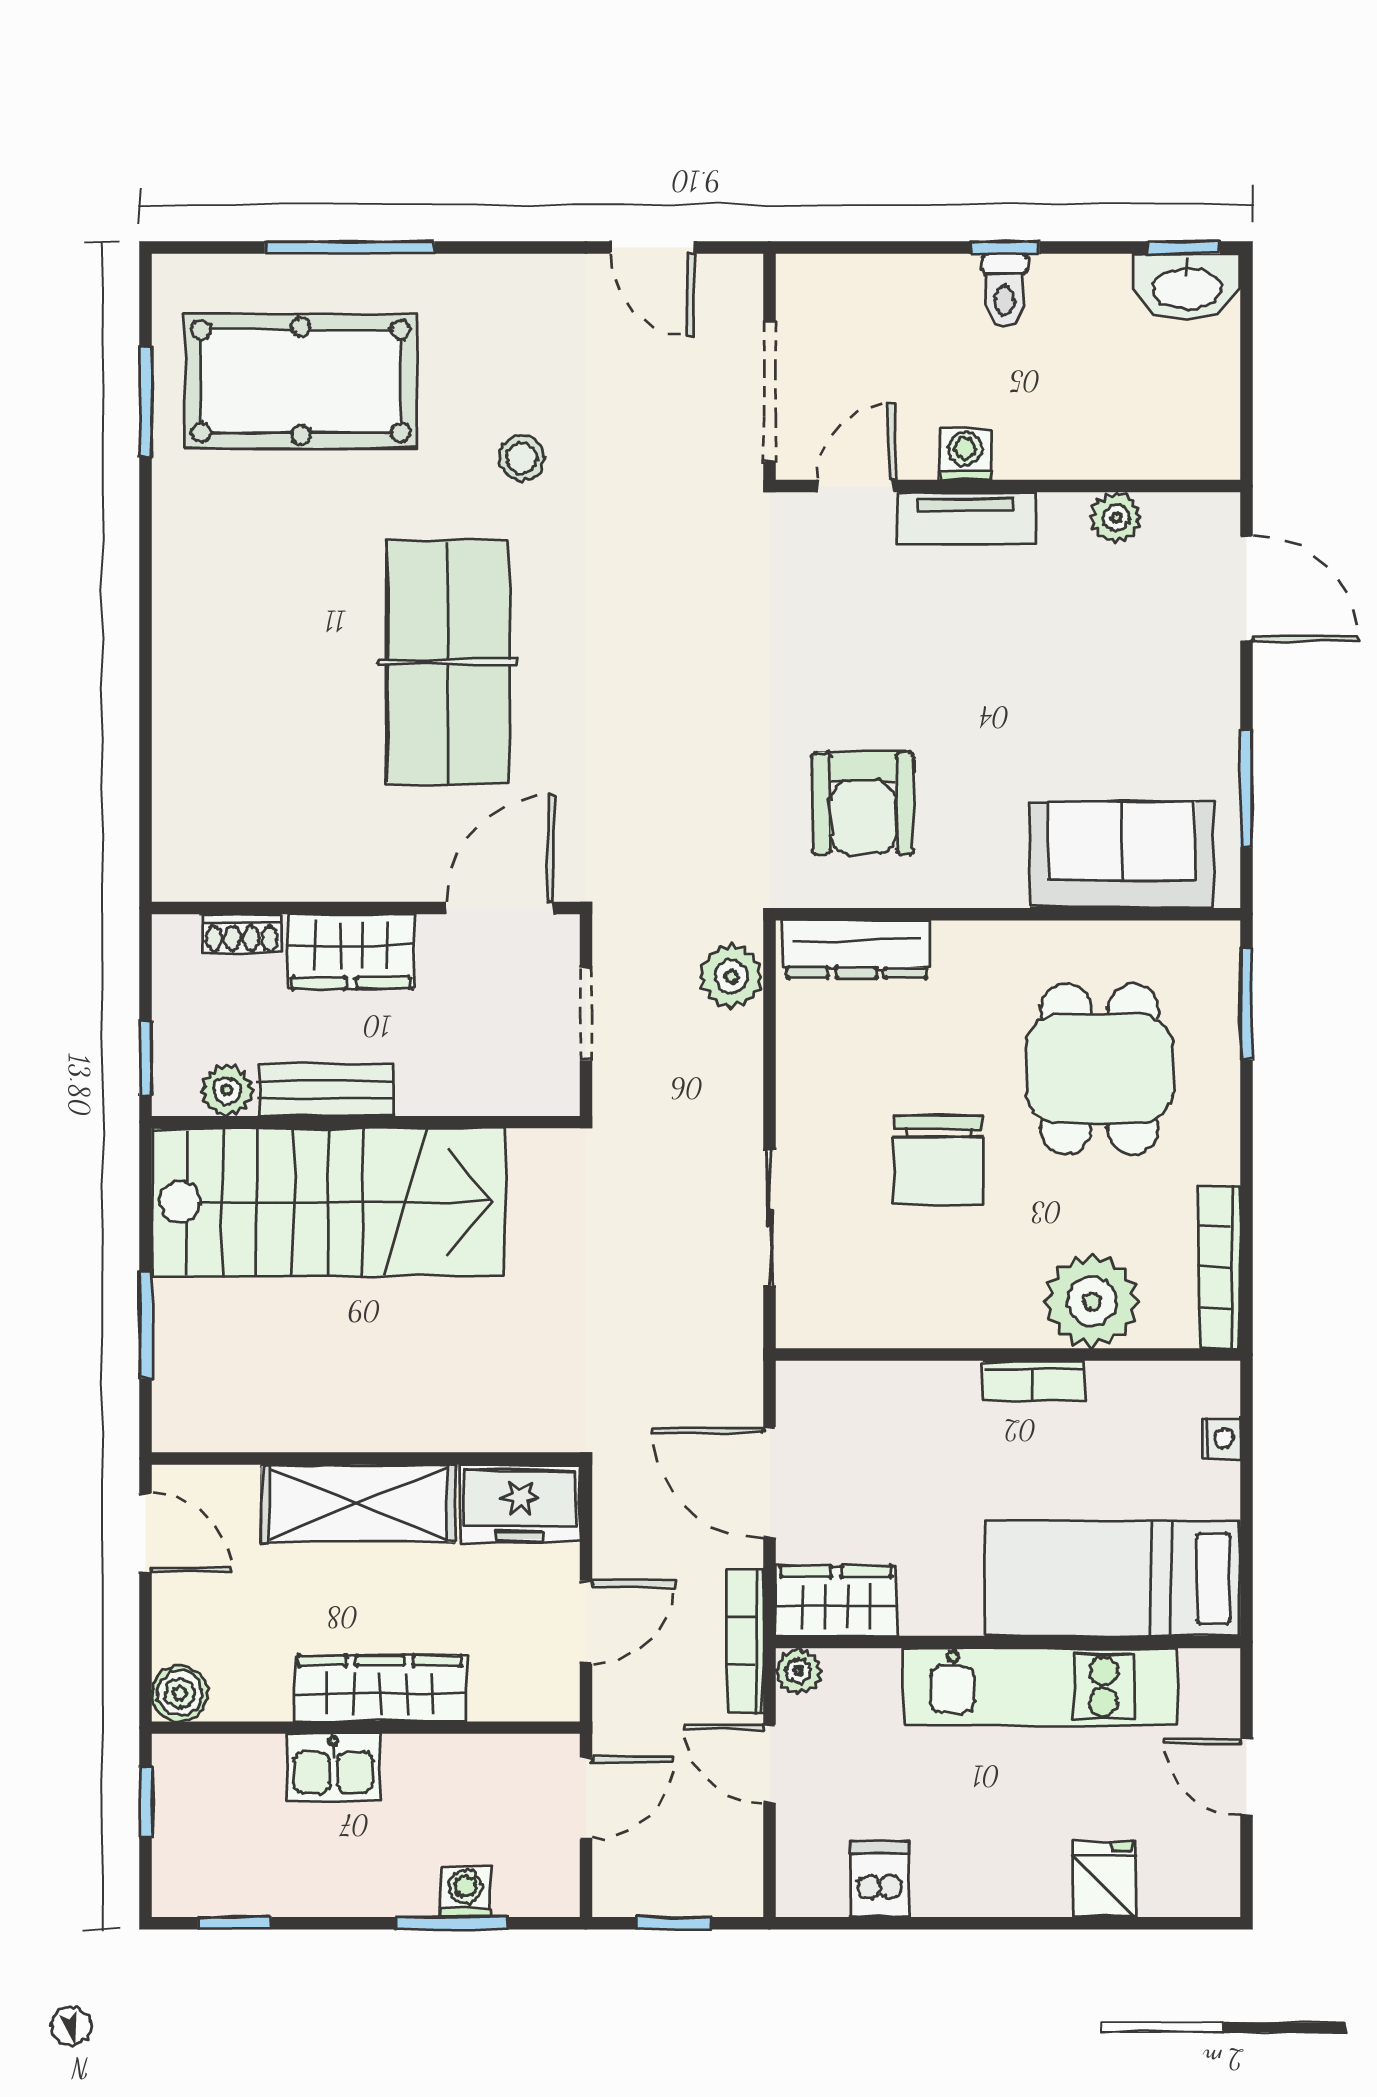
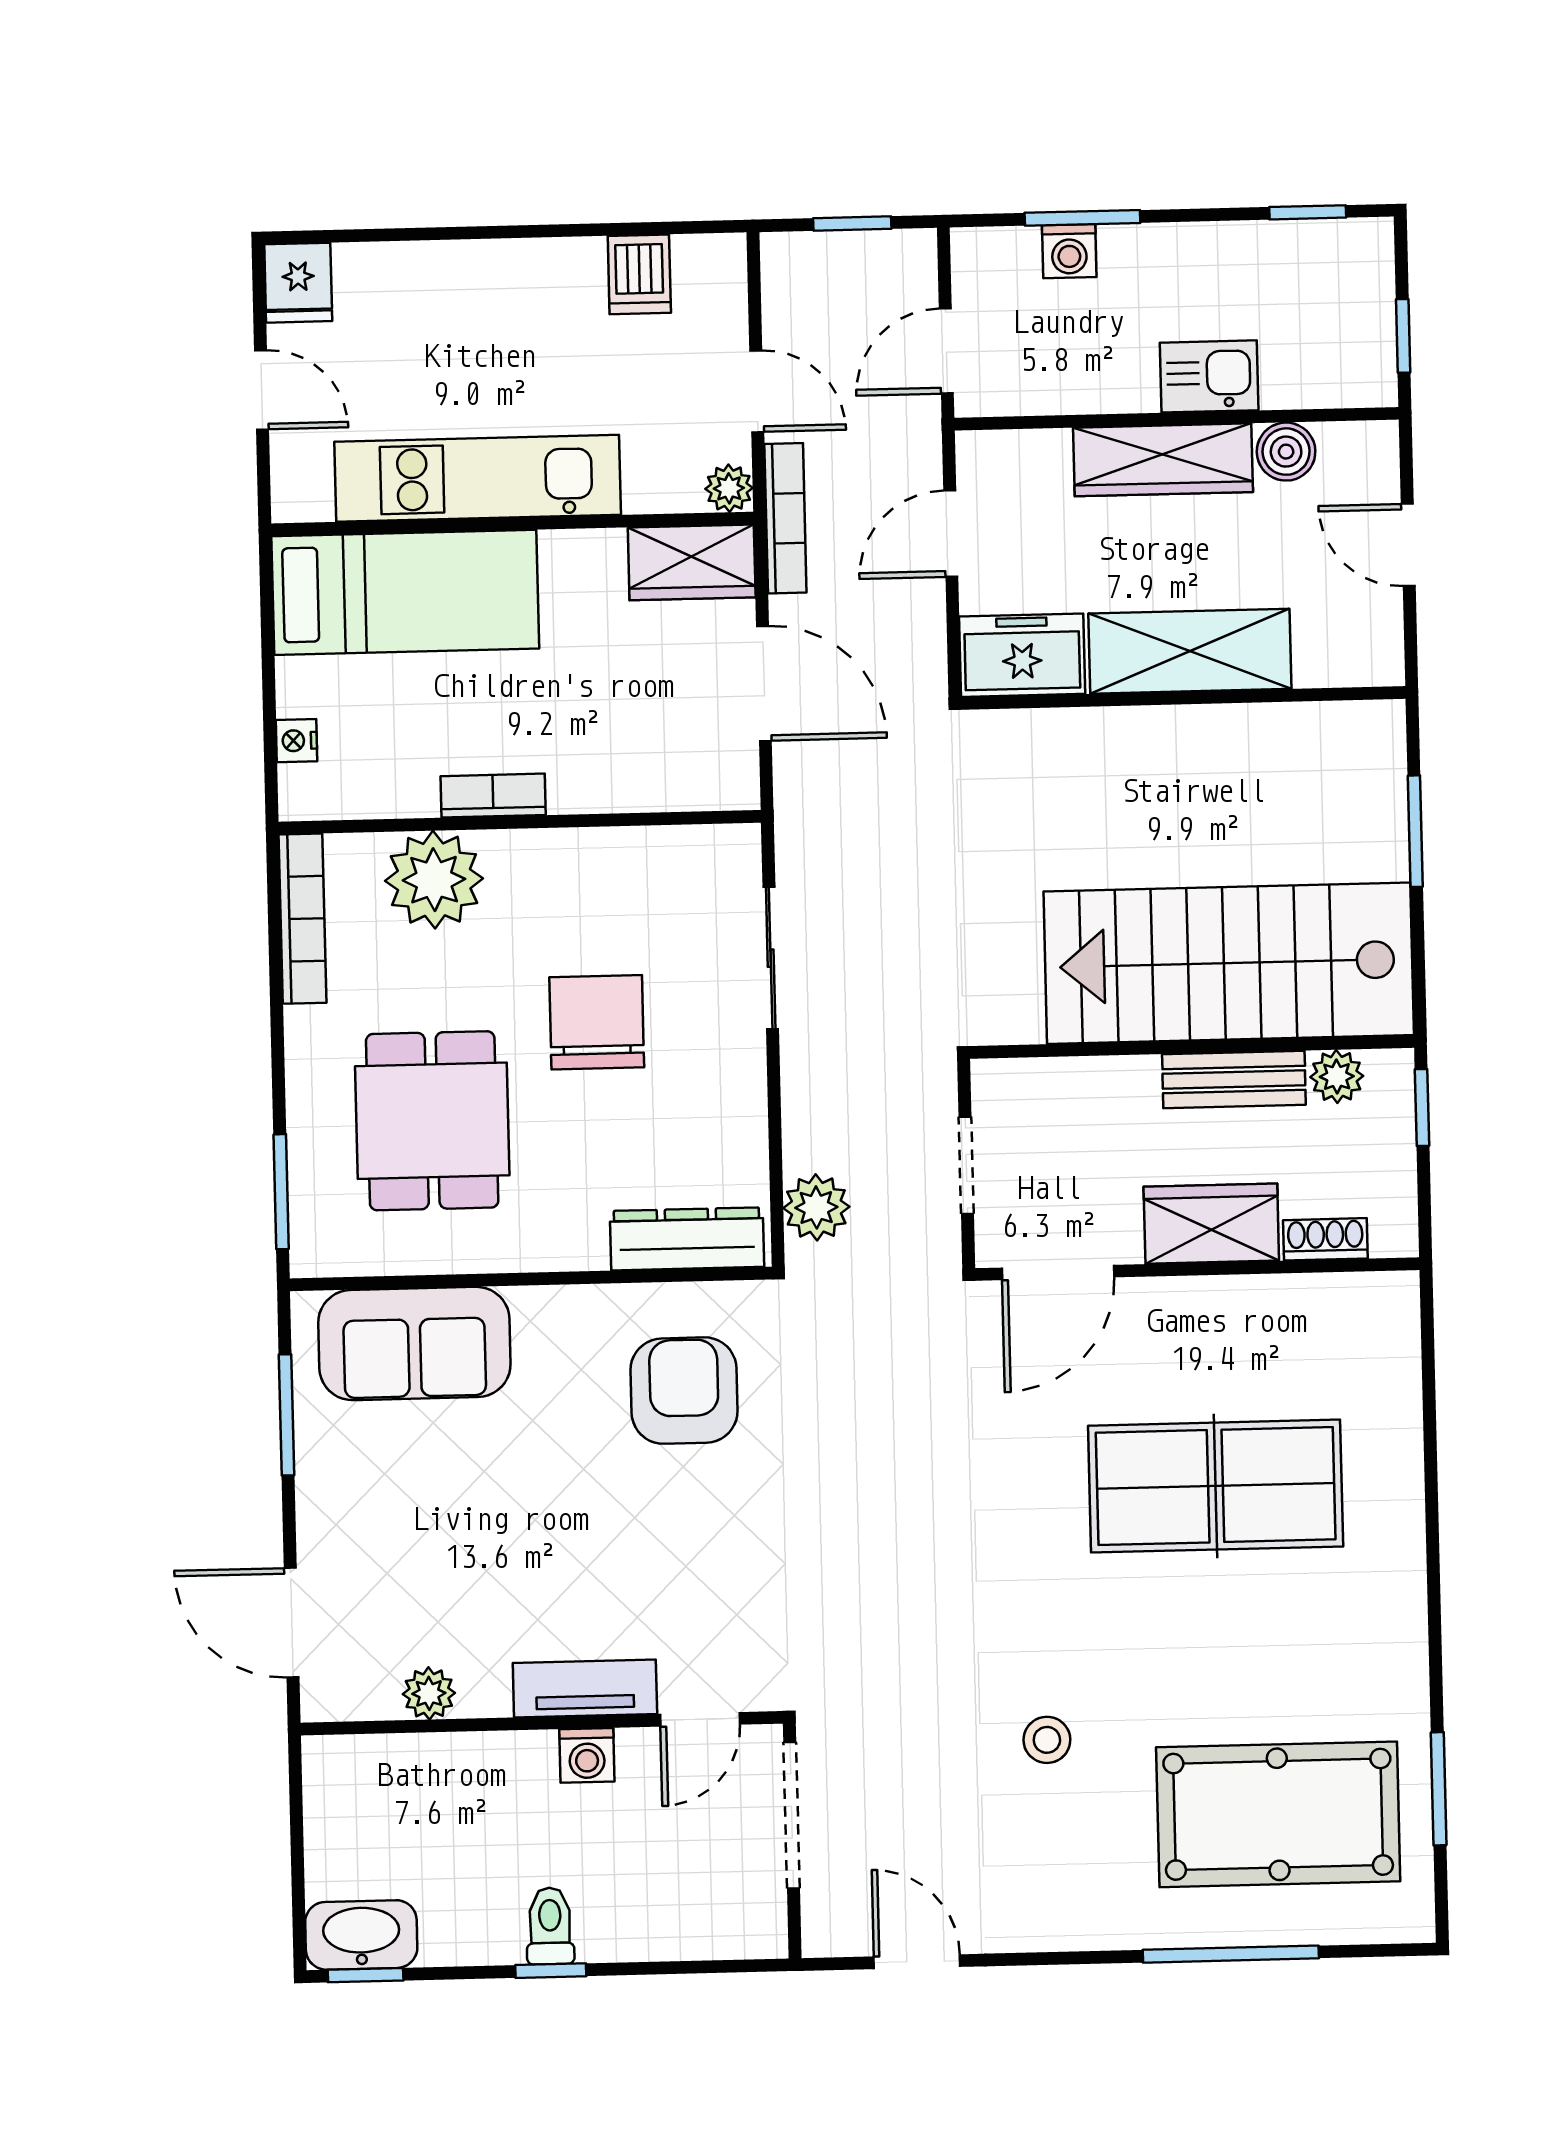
table tennis table: (448, 662) -> (1216, 1486), moved, turned 90
door: (146, 1533) -> (1408, 545), moved
boiler: (180, 1693) -> (1286, 452), moved
fridge: (1105, 1879) -> (298, 283), moved

